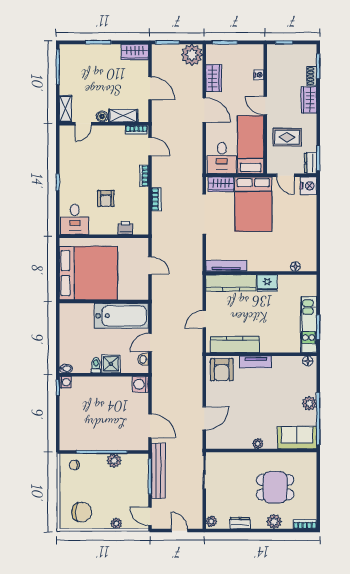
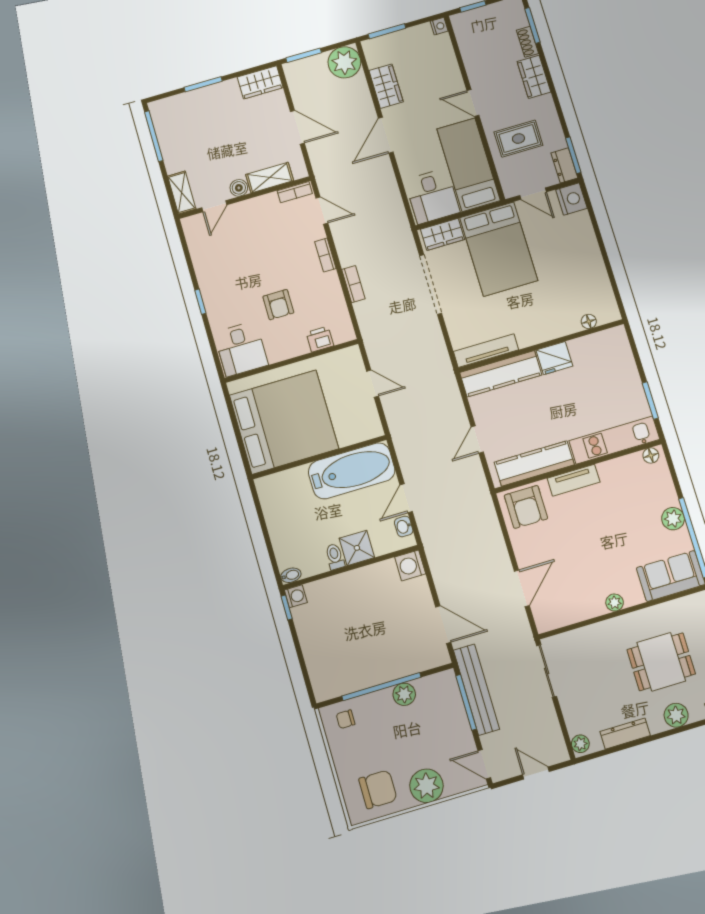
nightstand: (259, 75) -> (439, 26), moved
door: (204, 110) -> (386, 135), swing flipped
kitchen unit: (309, 325) -> (614, 440), moved, turned 90
plant: (116, 523) -> (426, 786), width x1.87, depth x1.87
dresser: (240, 523) -> (625, 734), width x1.44

